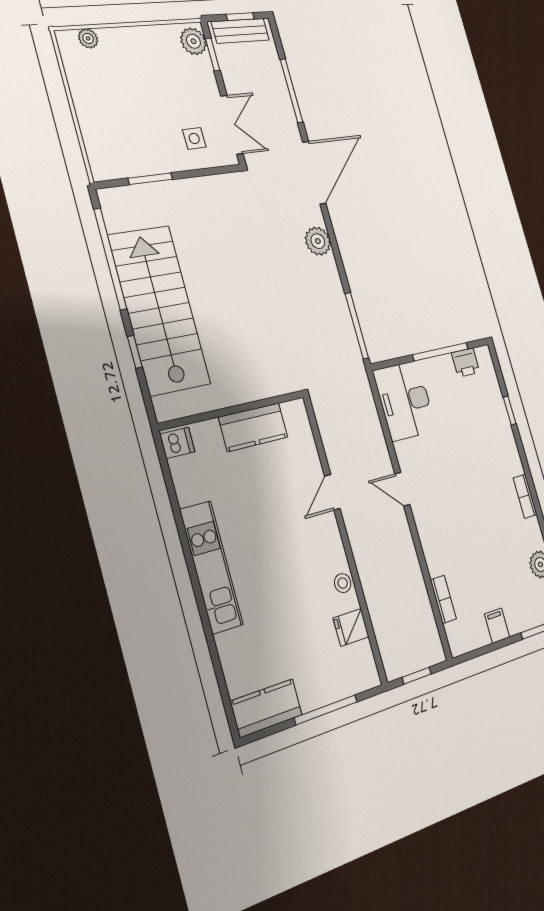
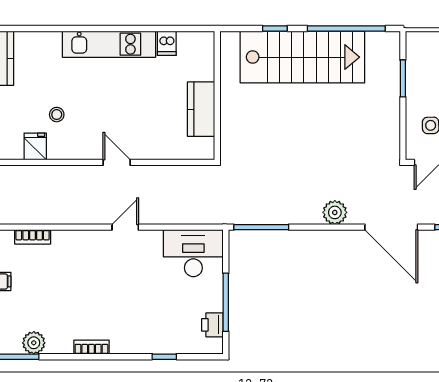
dishwasher: (177, 443) -> (167, 43), moved
door: (332, 492) -> (117, 162), moved
stool: (343, 583) -> (57, 115), moved

